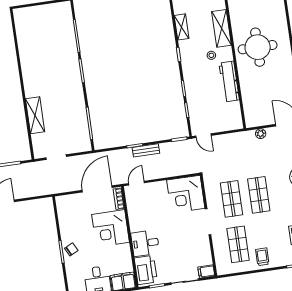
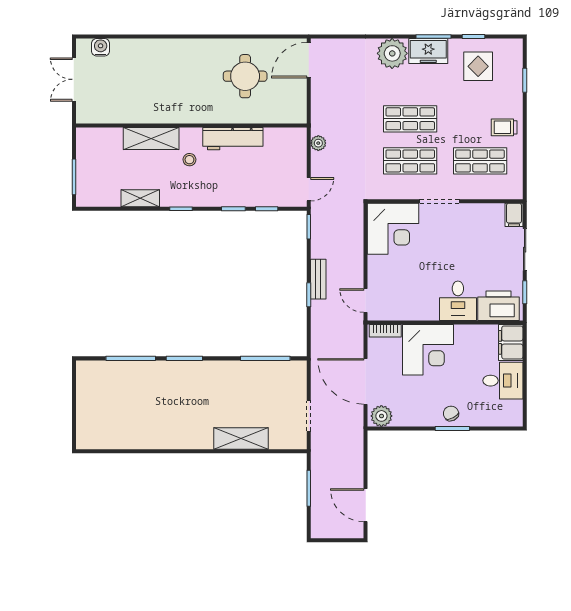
round table: (258, 47) -> (245, 76), moved, width x0.73, depth x0.73
plant: (261, 134) -> (318, 143), moved
door: (97, 189) -> (366, 381), moved
plant: (63, 204) -> (381, 416), added

